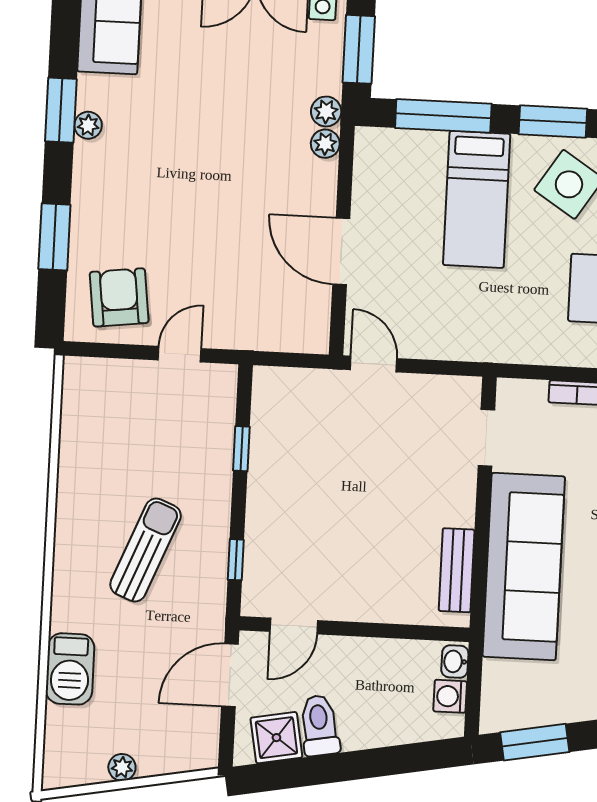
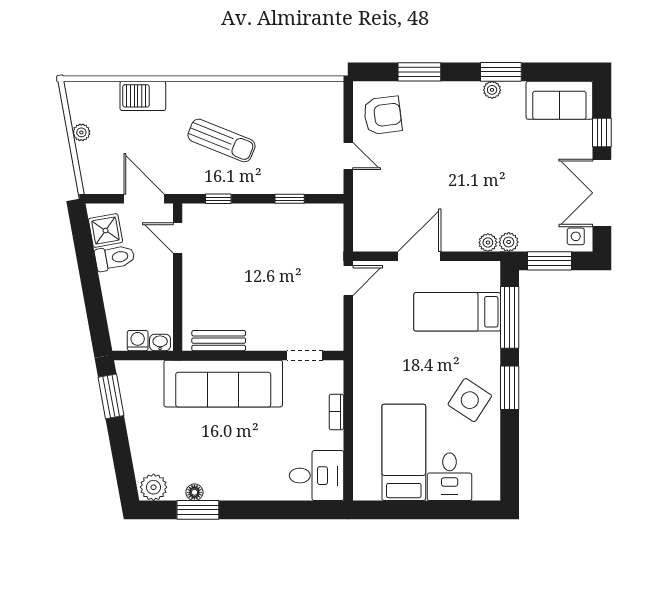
bed: (477, 199) -> (457, 312), moved

